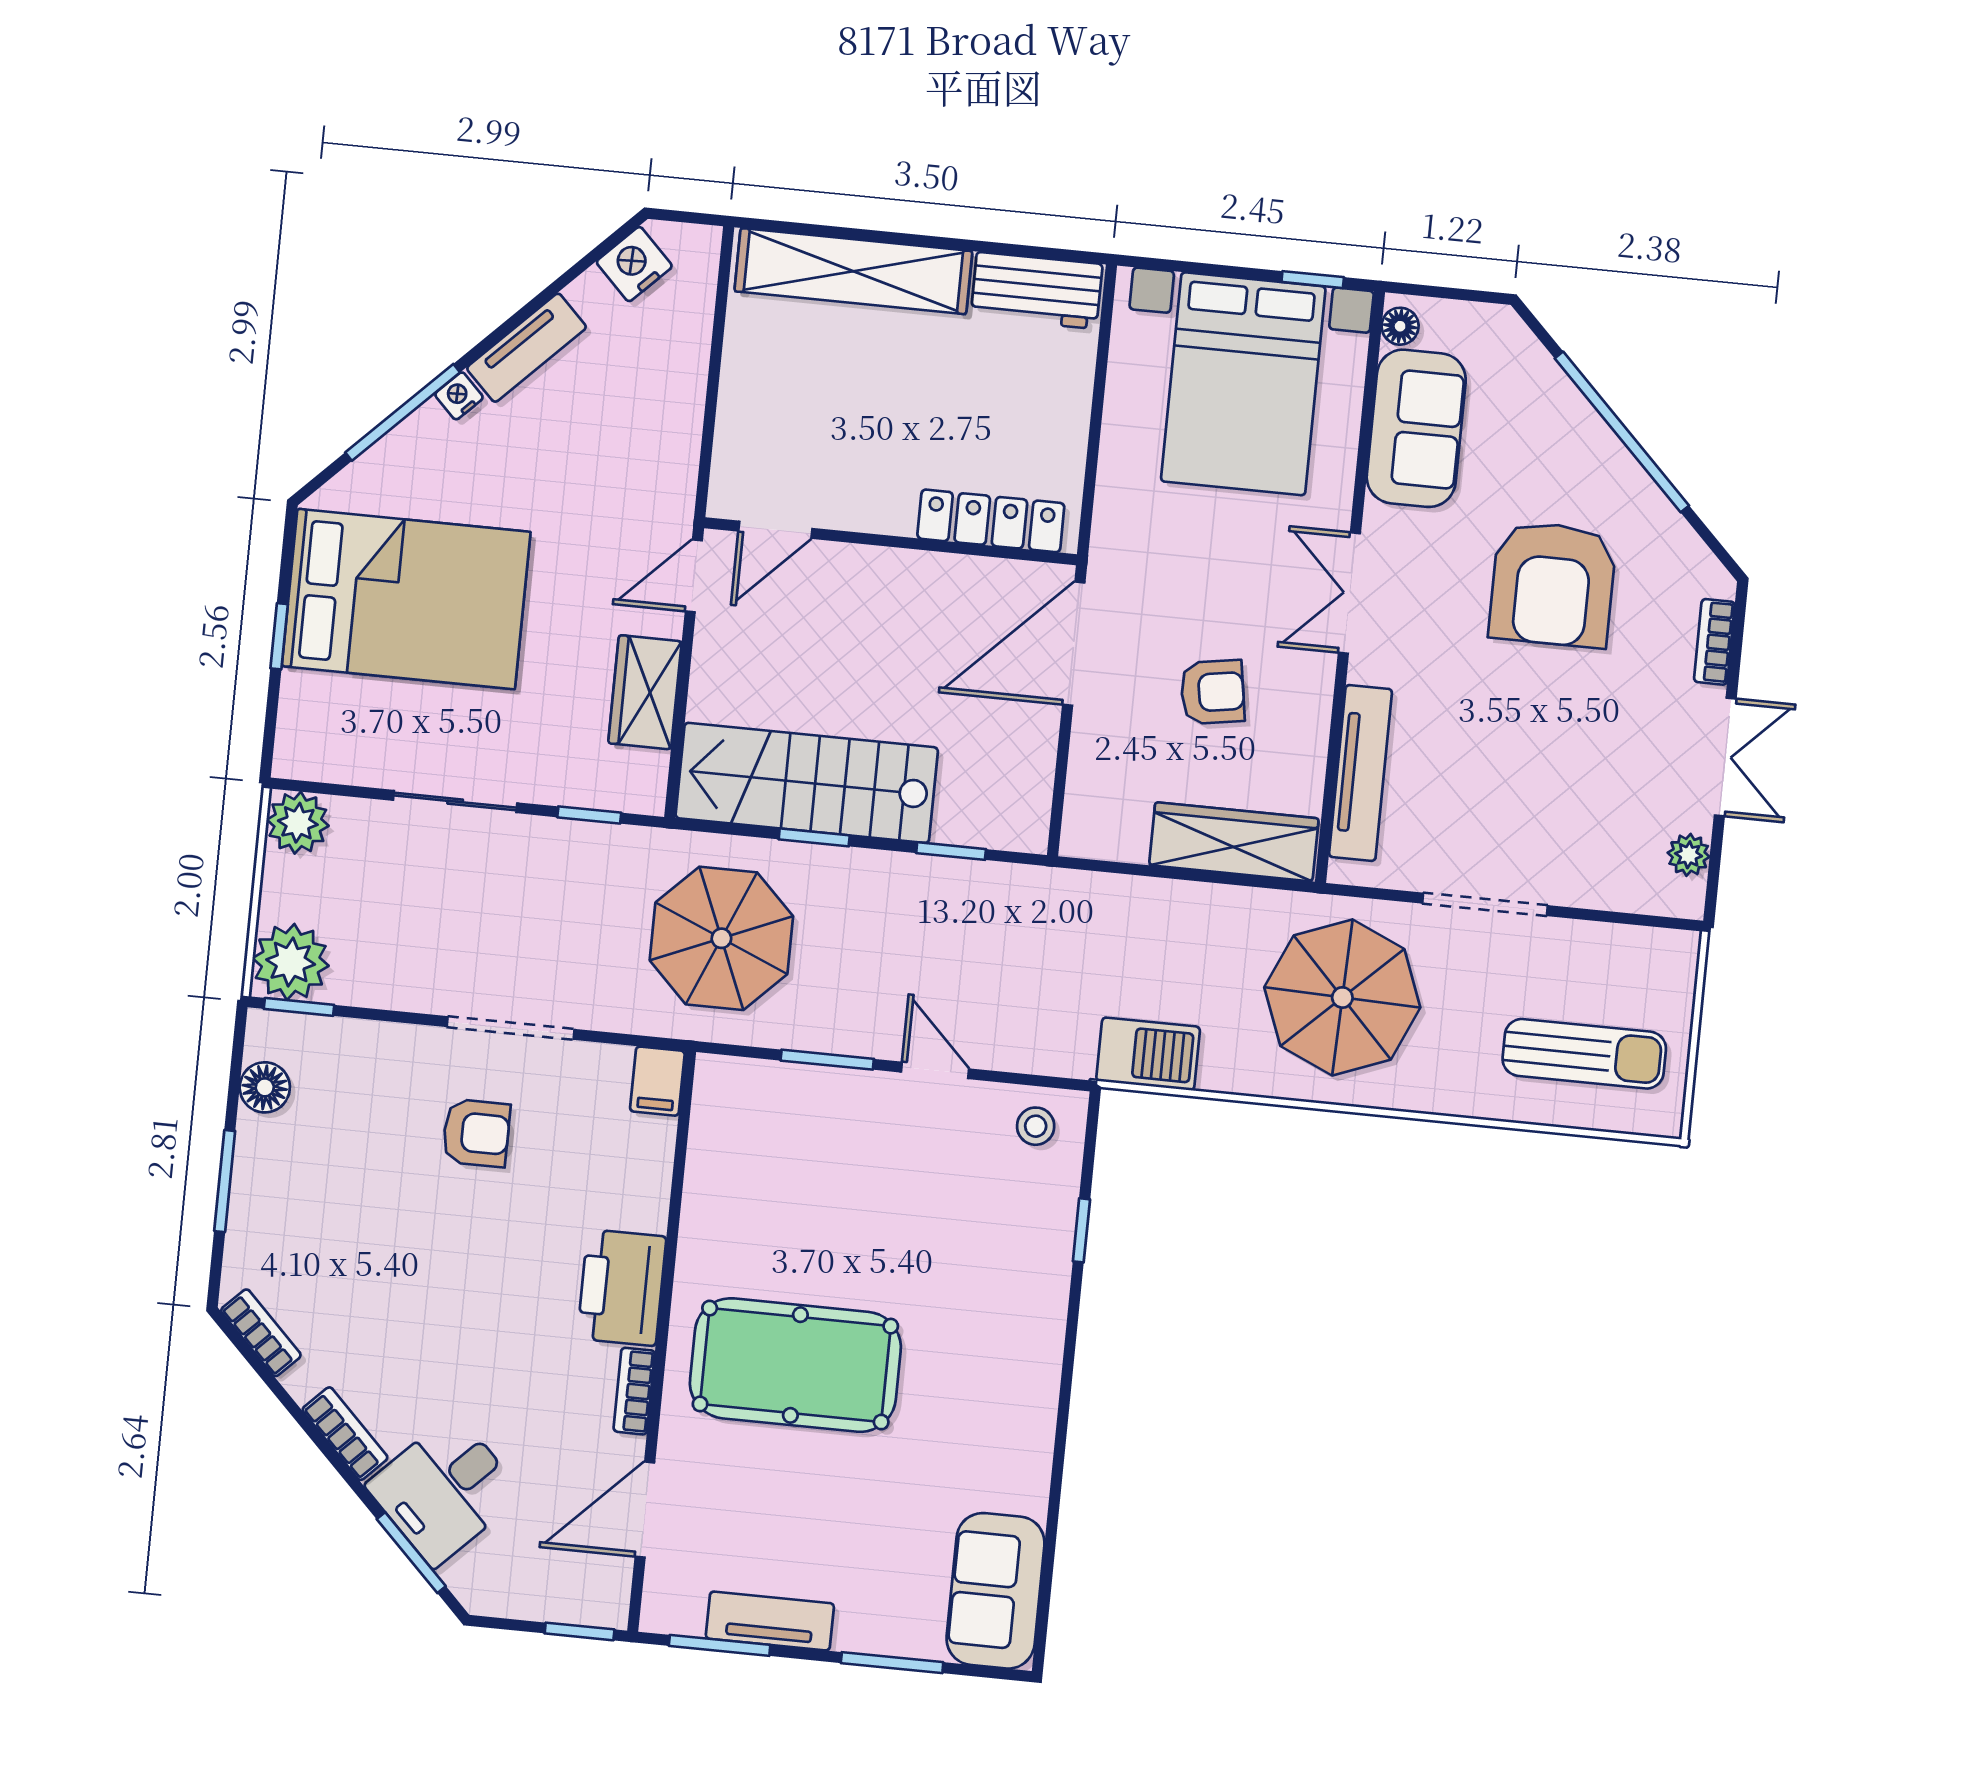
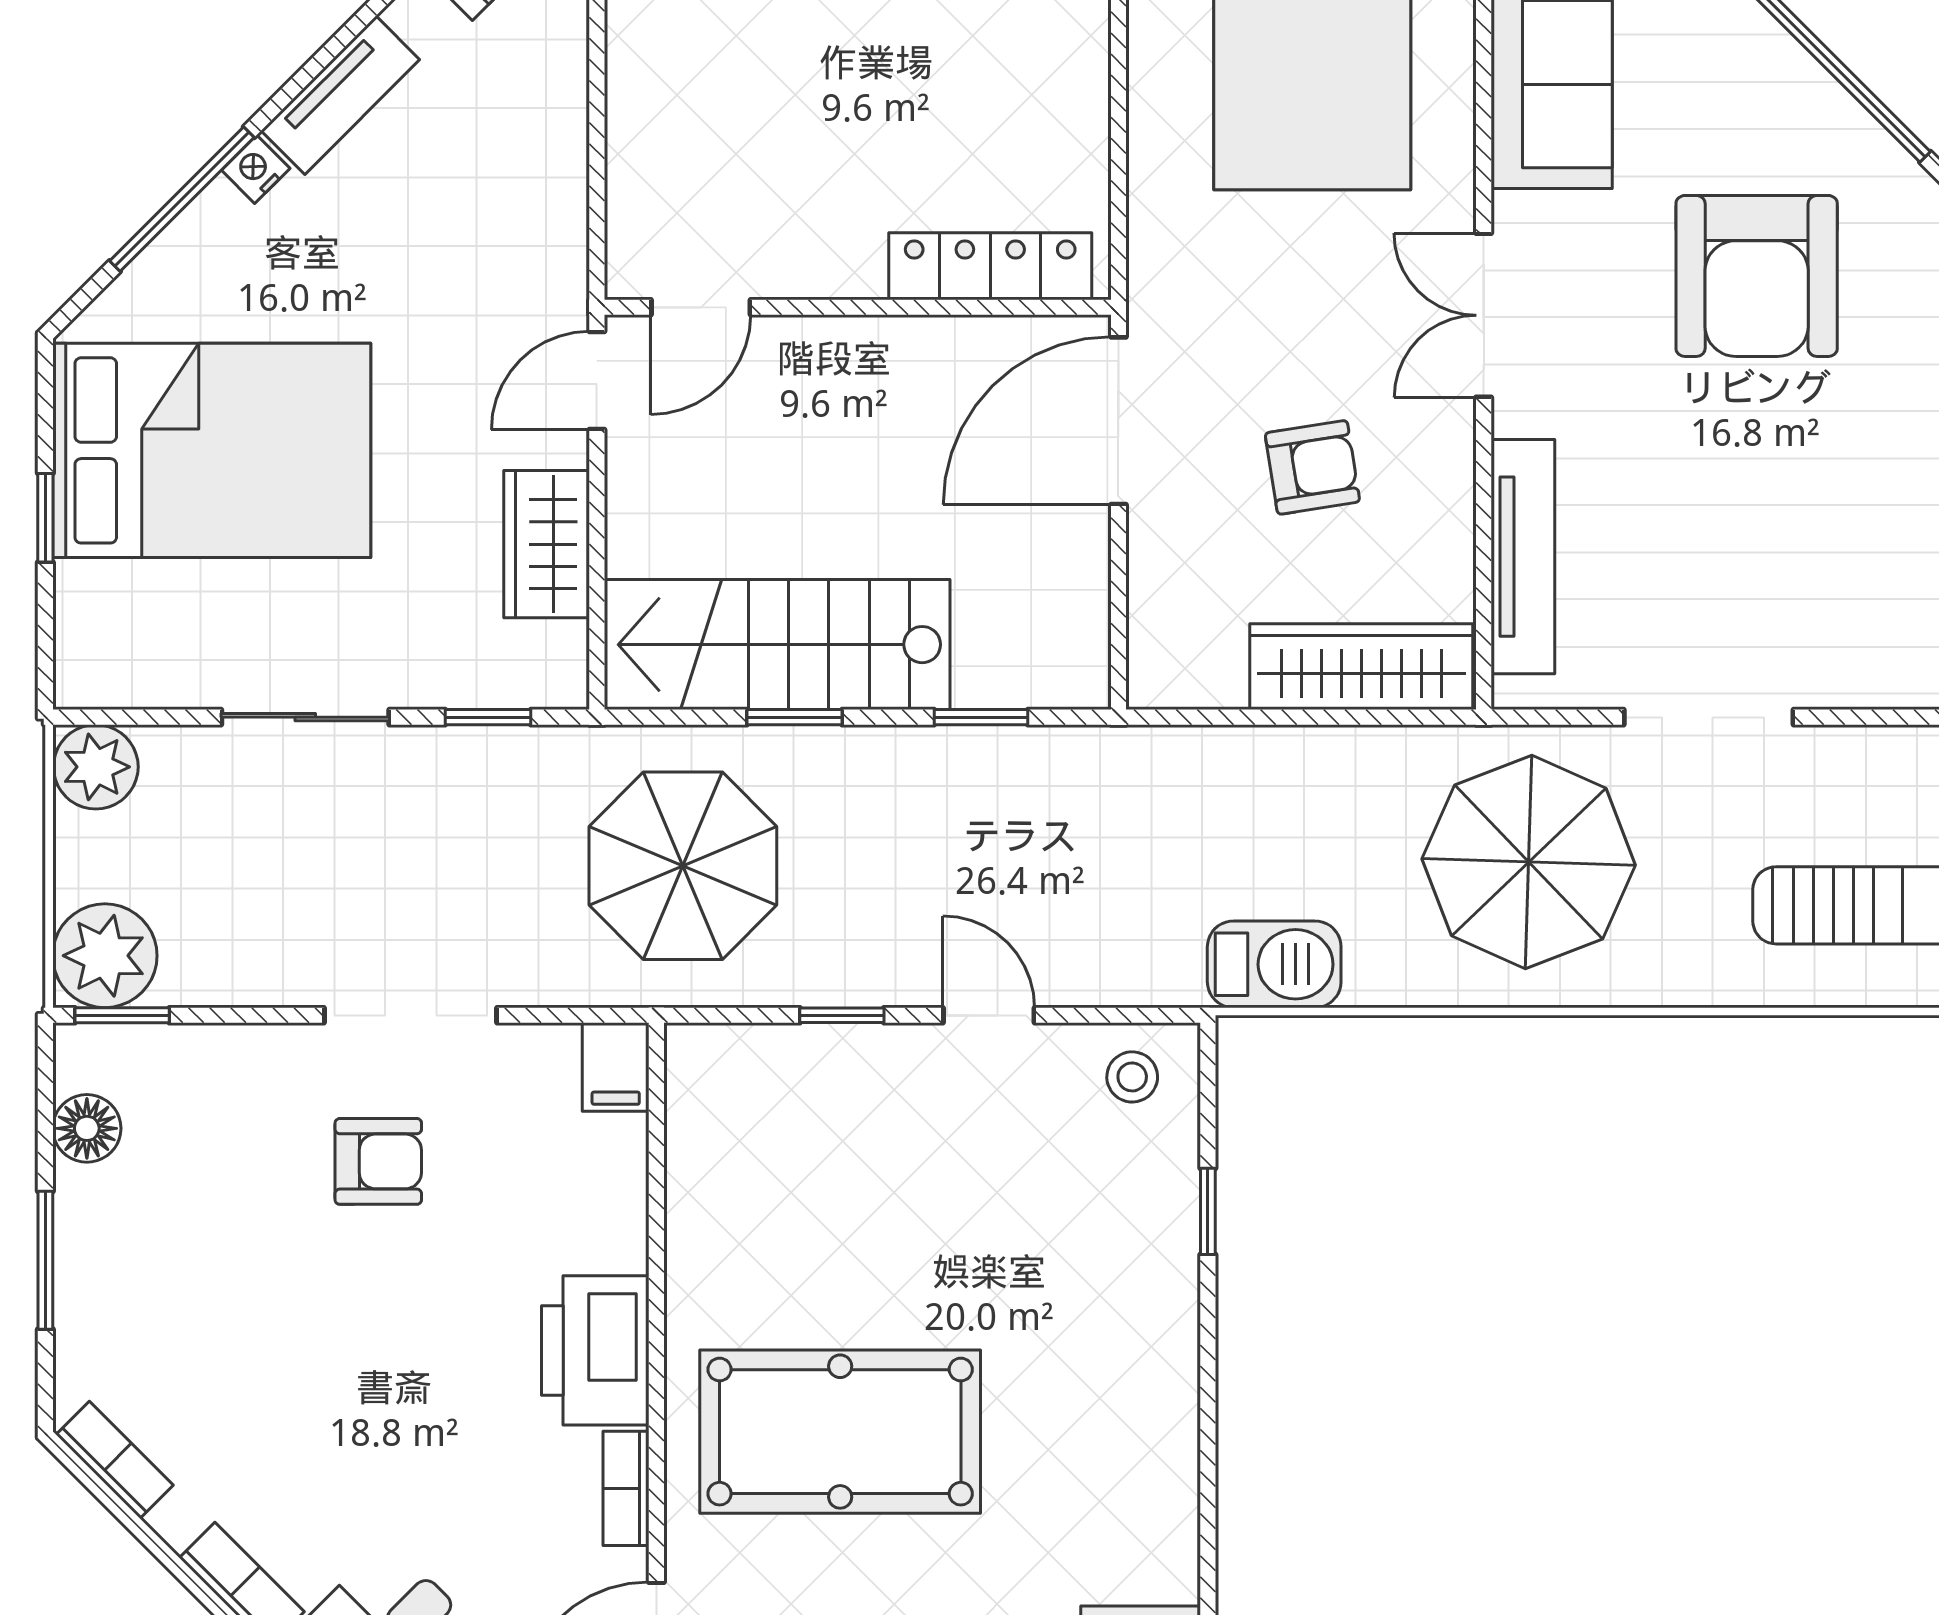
window: (827, 1060) -> (842, 1015), width x0.67

